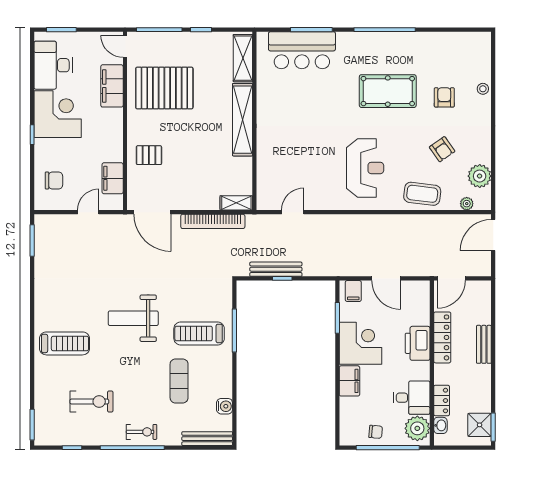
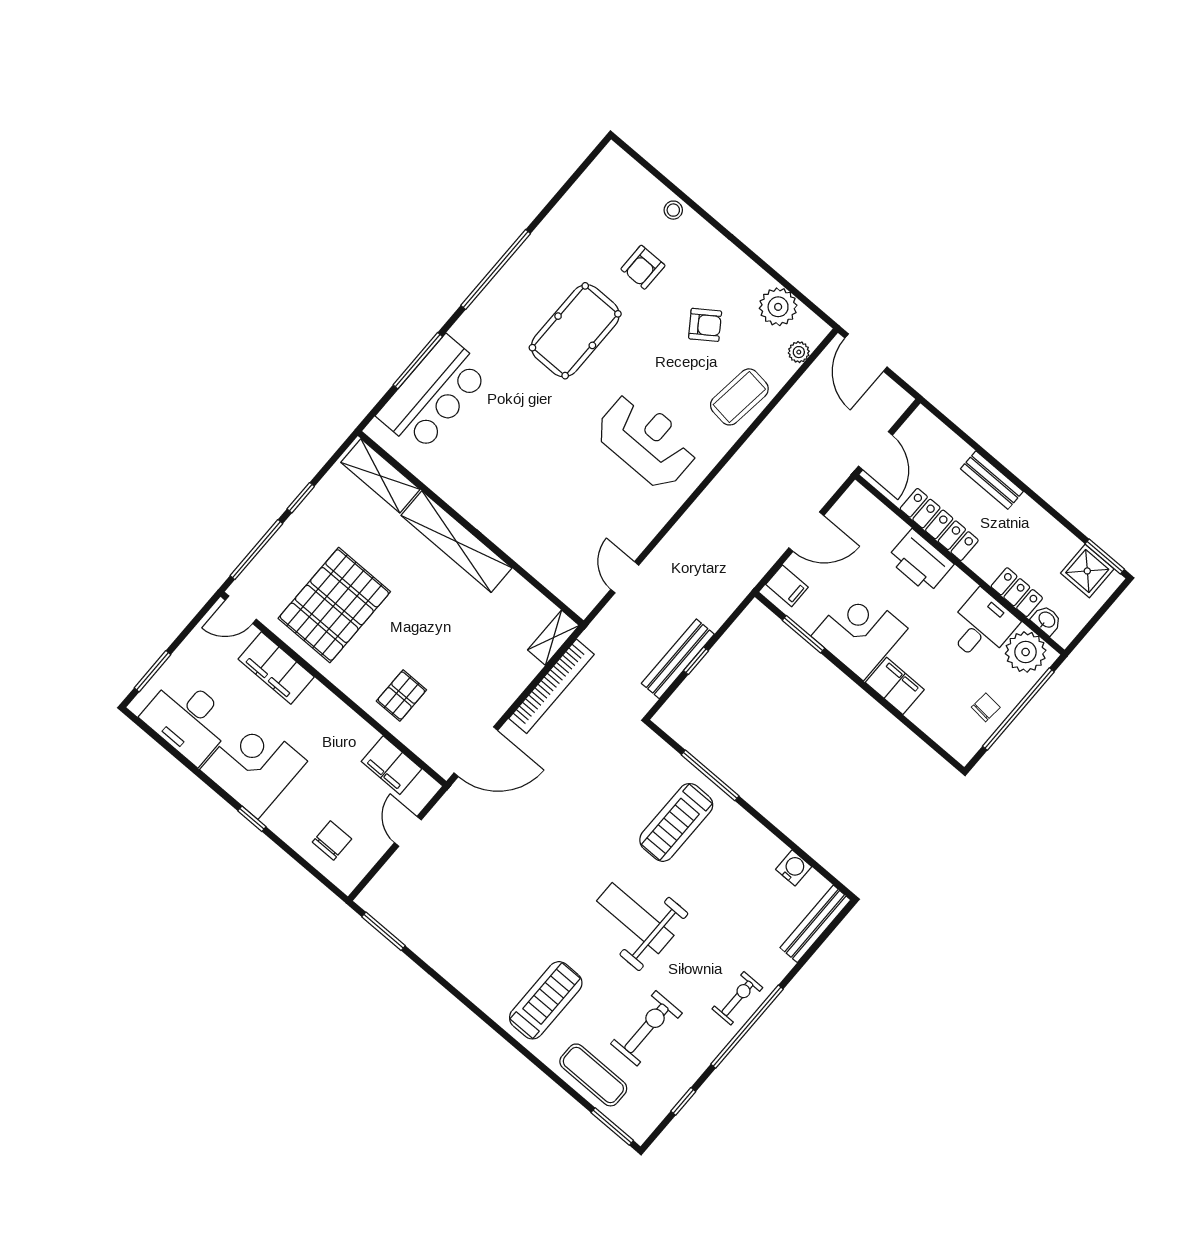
armchair: (444, 97) -> (643, 267), turned -90
weight bench: (133, 318) -> (635, 918), moved, turned 90
exercise mat: (179, 381) -> (593, 1075), moved

